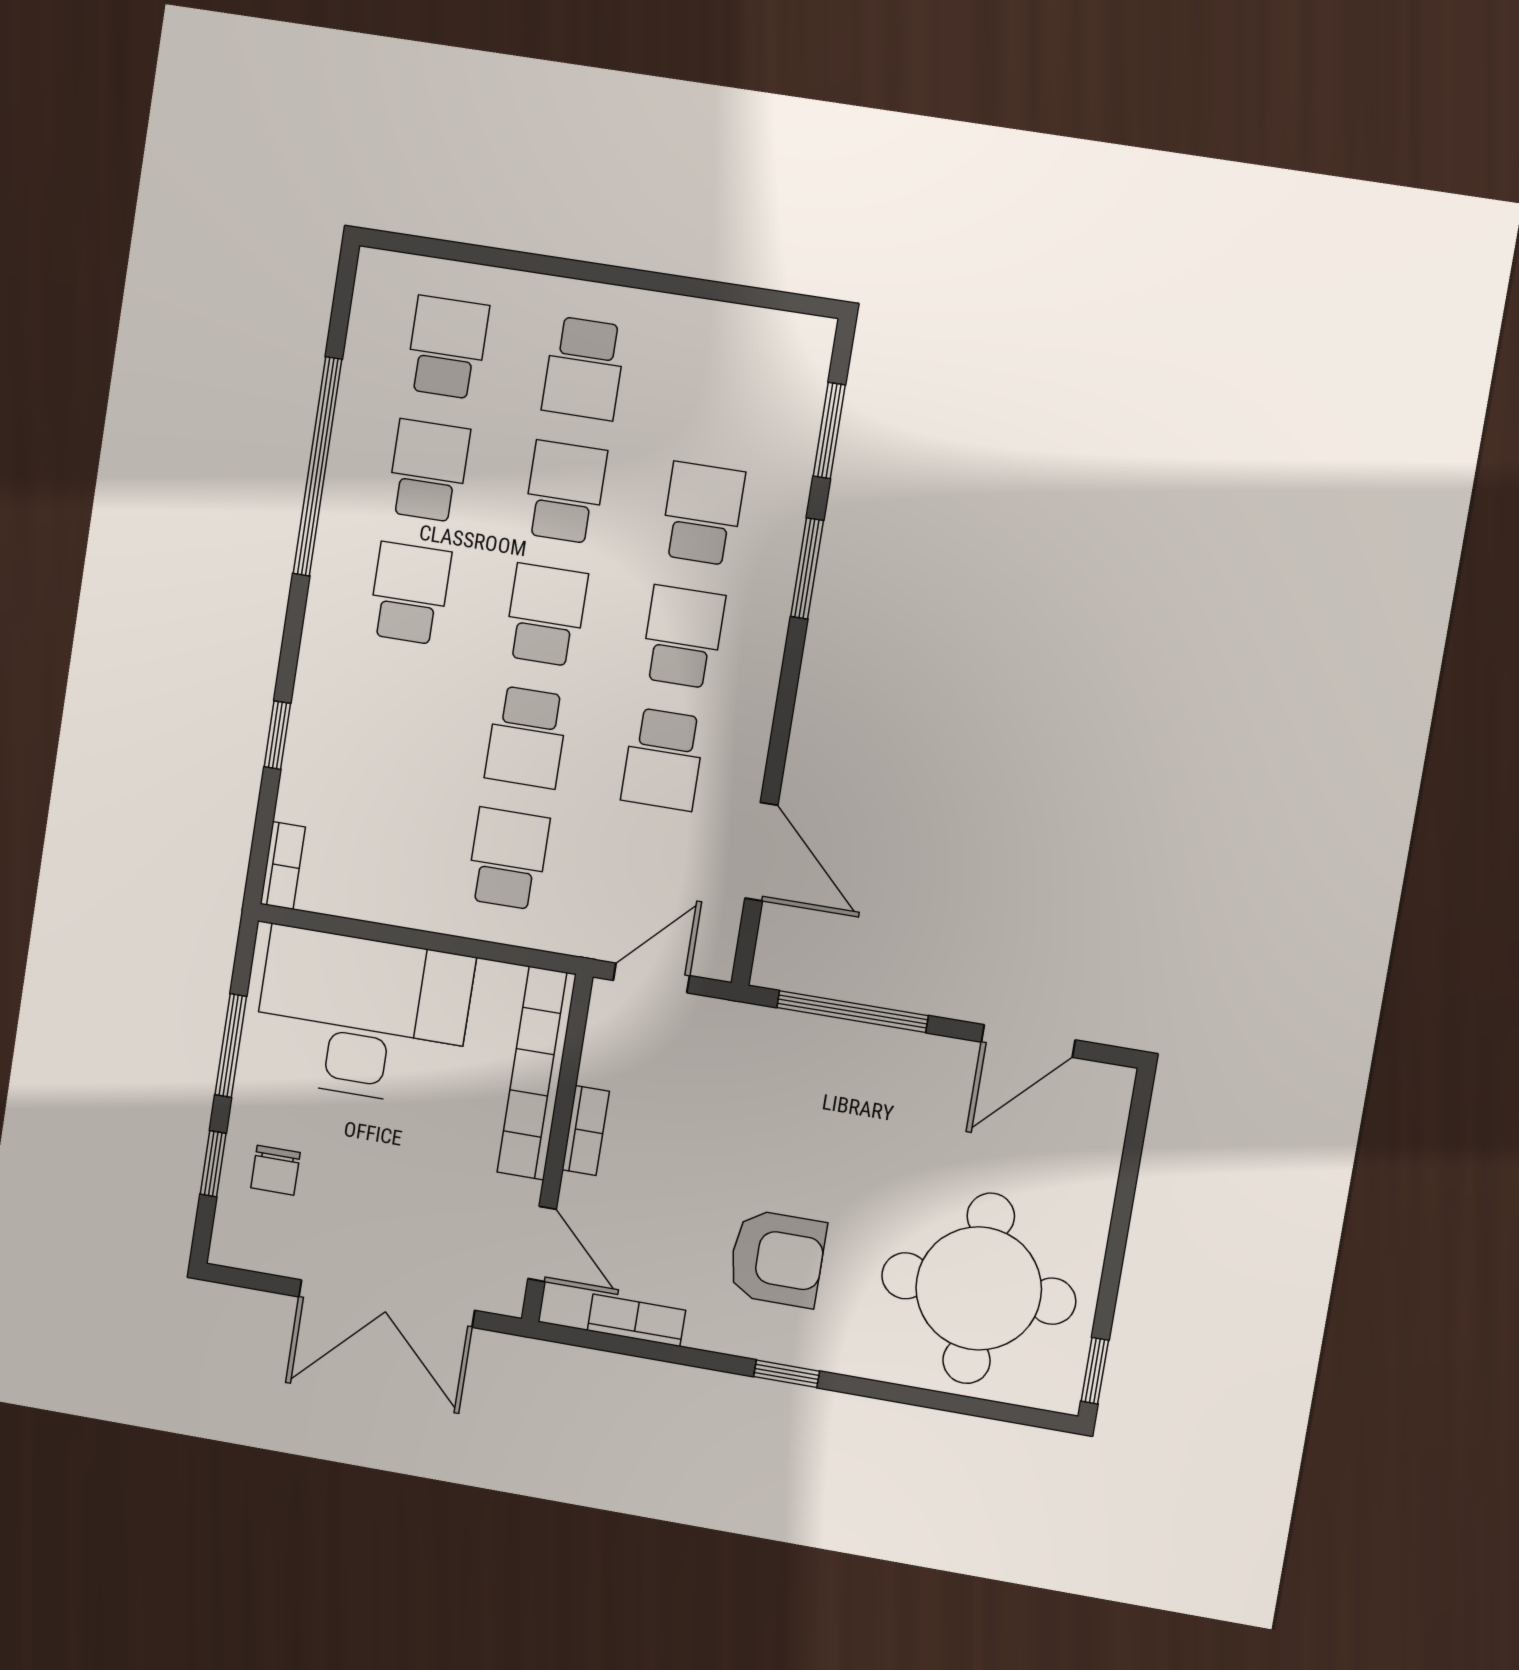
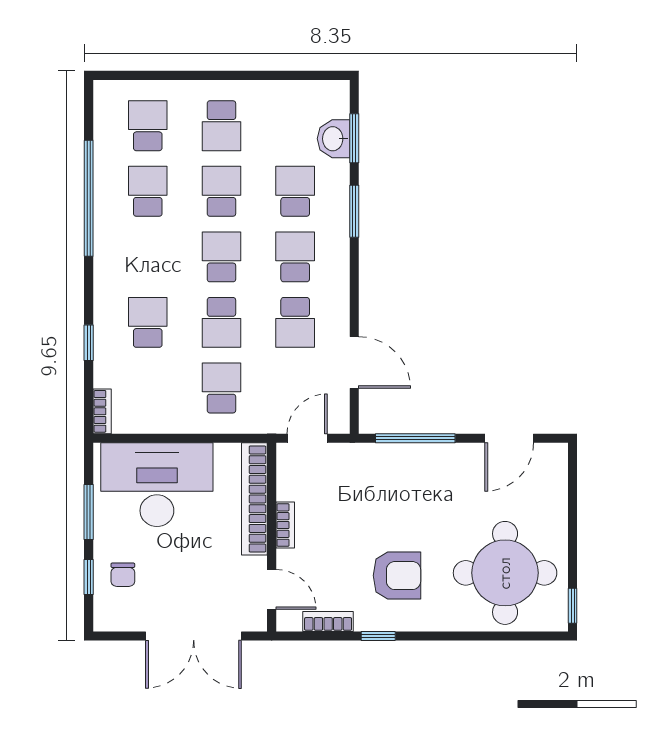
washbasin: (790, 425) -> (334, 139), added
school desk: (410, 593) -> (148, 322), moved
window: (787, 1374) -> (378, 636), moved

